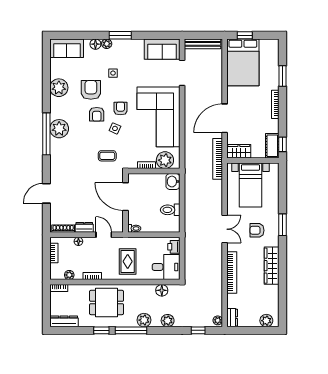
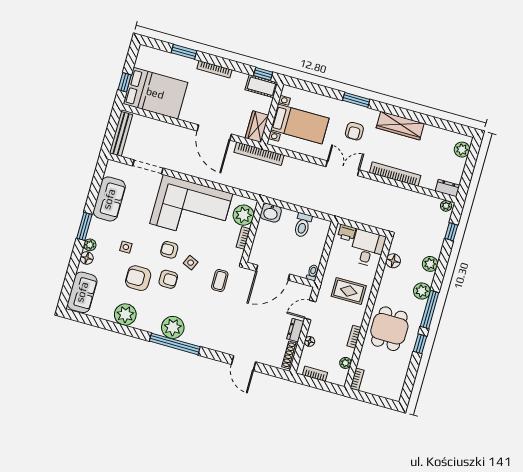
sofa: (162, 49) -> (109, 199), moved
dresser: (64, 321) -> (397, 384), removed

